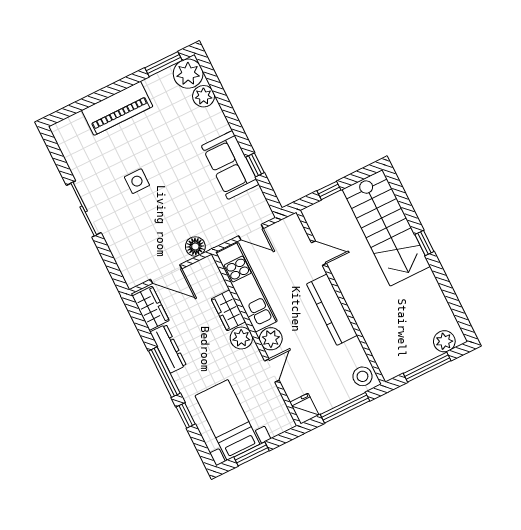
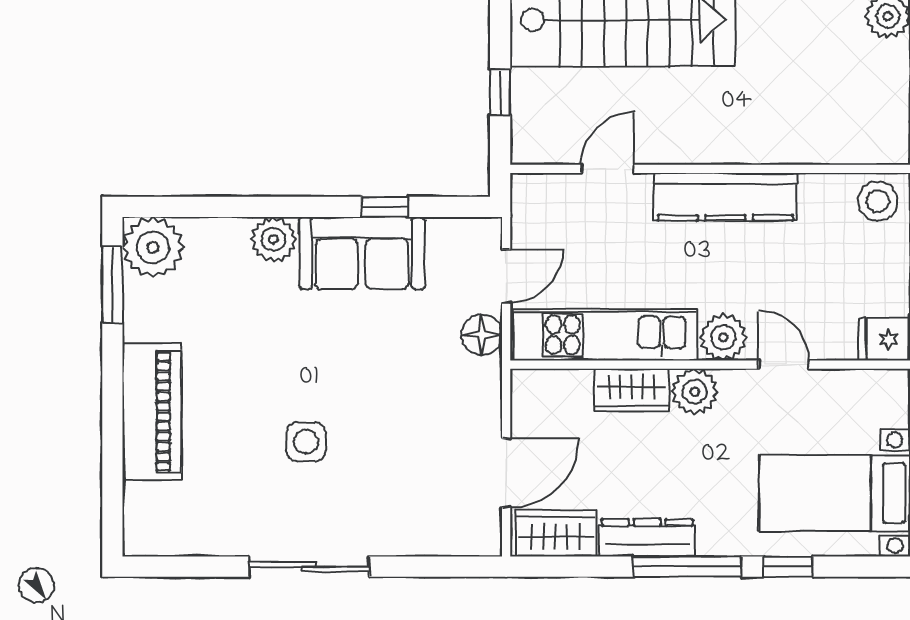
plant: (204, 96) -> (273, 239), moved
floor lamp: (195, 246) -> (482, 335), moved

